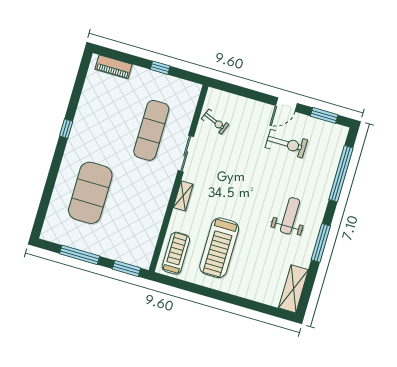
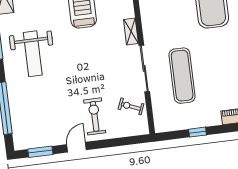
exercise bike: (286, 144) -> (95, 116), moved, turned 90
sliding door: (186, 154) -> (144, 68), width x1.37
weight bench: (290, 216) -> (33, 54), width x1.36, depth x1.33

